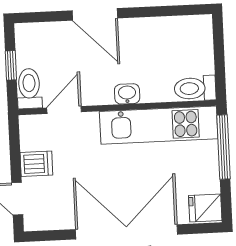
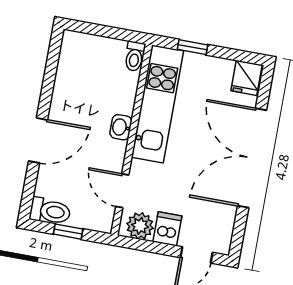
toilet: (195, 88) -> (135, 56), width x0.73, depth x0.72
toilet: (29, 89) -> (50, 211), moved, turned 180
plant: (33, 136) -> (140, 226), added
window: (223, 147) -> (192, 47), width x0.46

